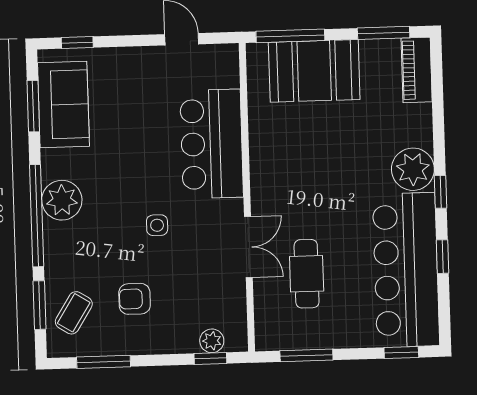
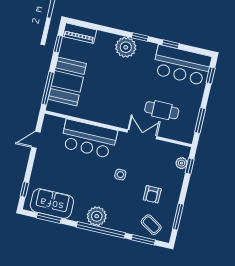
window: (384, 33) -> (58, 44), width x0.67
bar counter: (406, 270) -> (182, 65), width x0.73

